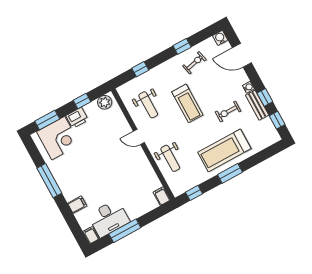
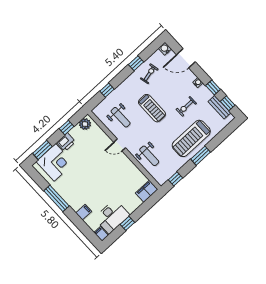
bench: (257, 105) -> (219, 107), moved
filing cabinet: (162, 196) -> (147, 191), width x2.00
window: (125, 231) -> (127, 223), width x0.46

